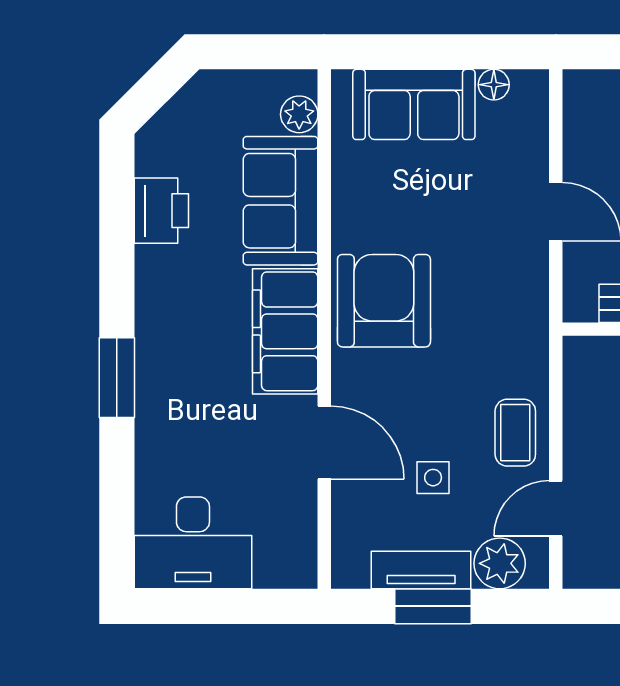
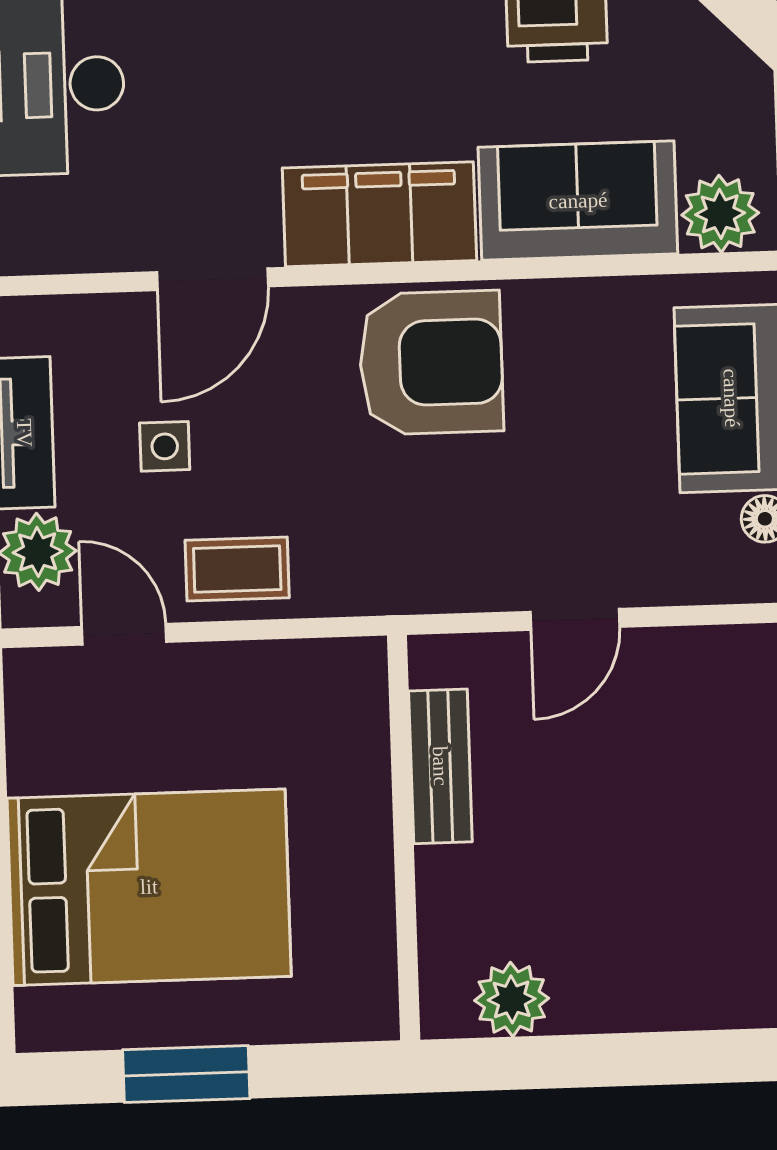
plant: (299, 114) -> (720, 214), width x1.38, depth x1.38

